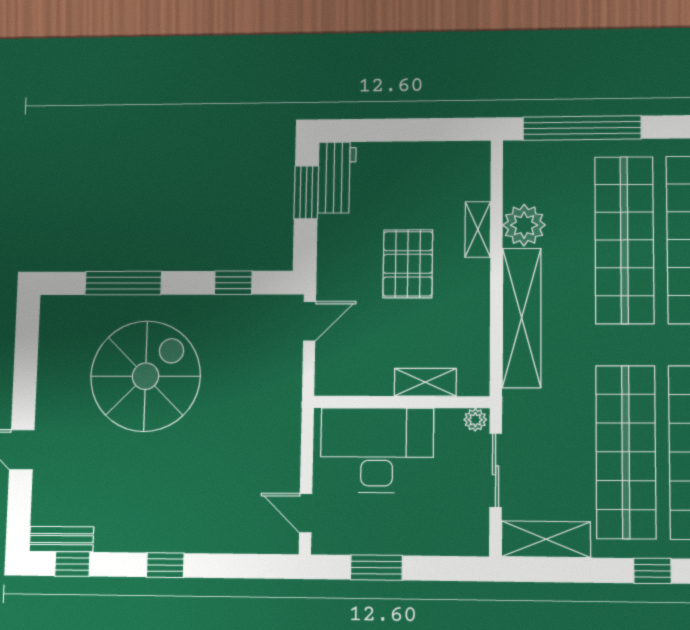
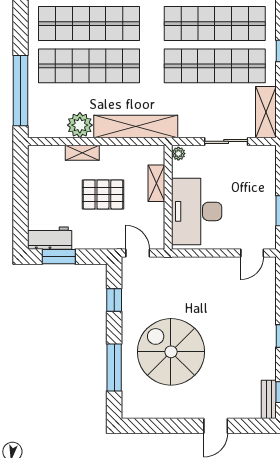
shelving: (425, 382) -> (156, 183), moved
wall: (401, 402) -> (168, 197), moved
plant: (475, 420) -> (178, 154), moved
desk: (377, 450) -> (197, 211), moved

